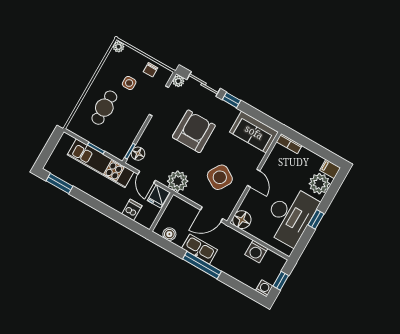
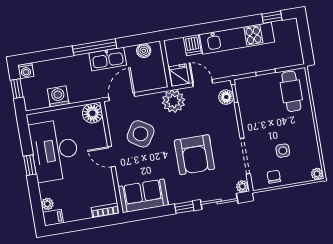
cafe table: (104, 108) -> (291, 91), moved
kitchen unit: (101, 163) -> (237, 38), moved, turned 180
window: (59, 184) -> (272, 17), width x0.67
plant: (319, 184) -> (47, 204), width x0.53, depth x0.53

